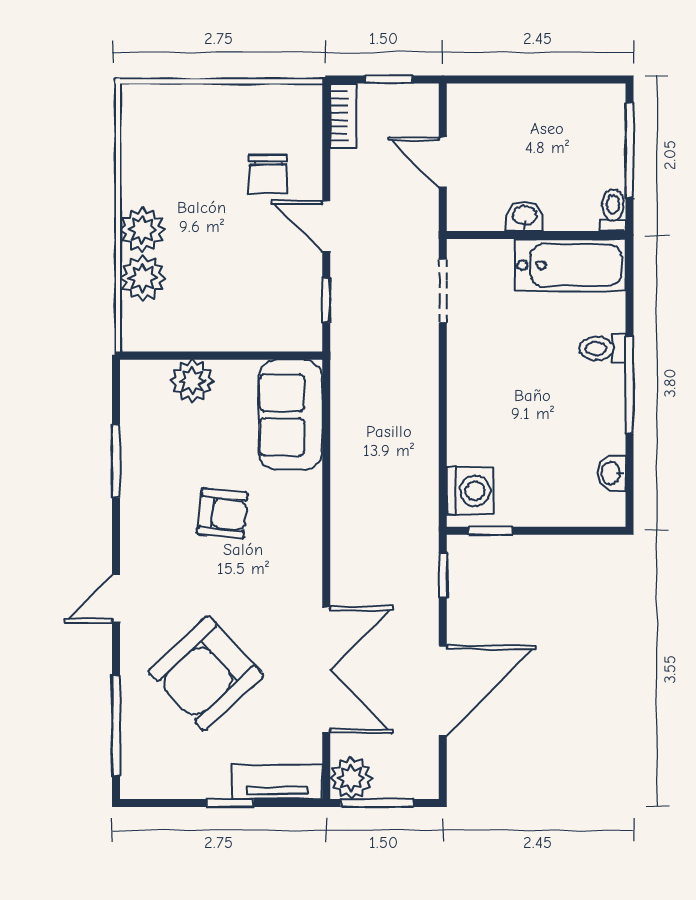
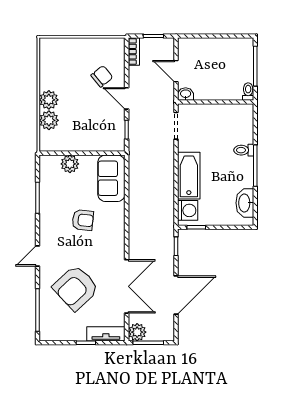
chair: (268, 174) -> (102, 76), turned -129
washbasin: (524, 216) -> (186, 94), moved
bathtub: (570, 265) -> (189, 176), moved, turned -90
washbasin: (611, 473) -> (245, 203), width x1.91, depth x1.45

